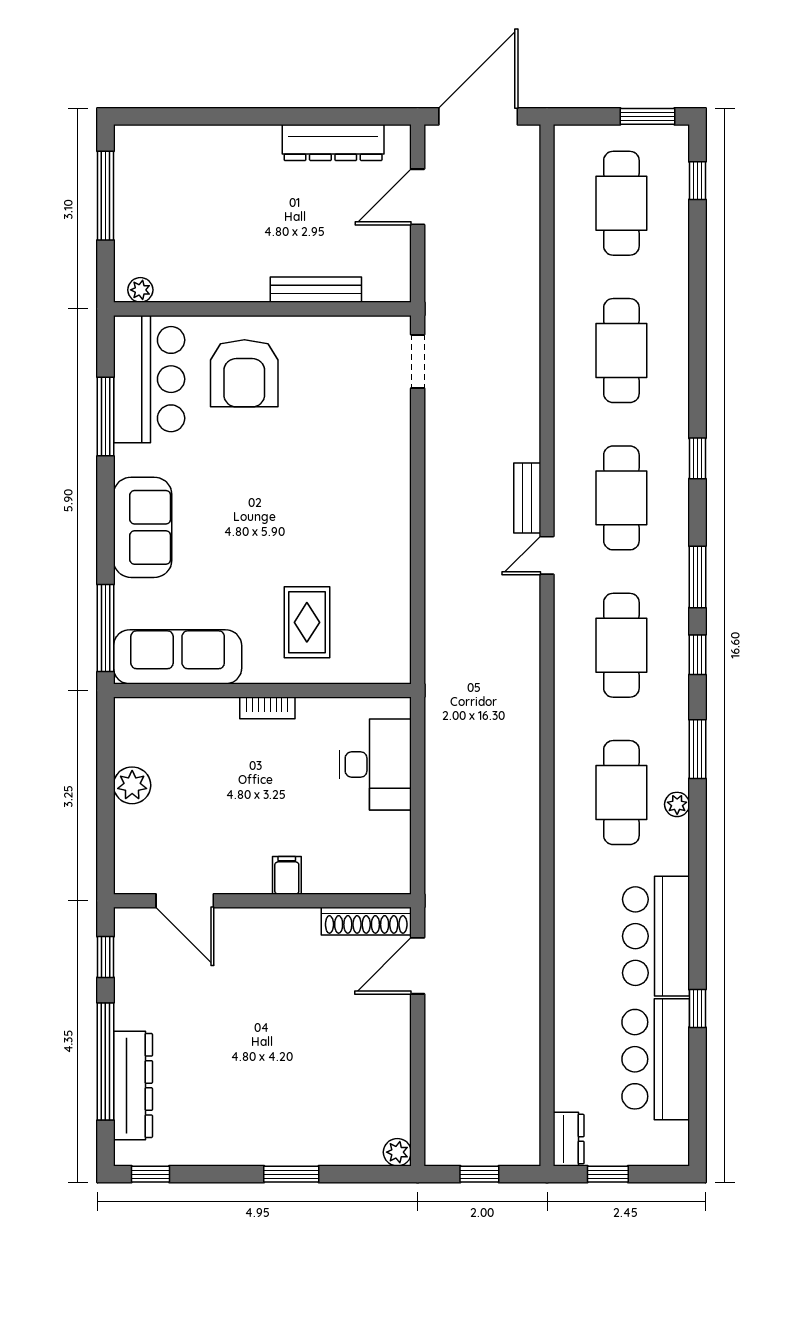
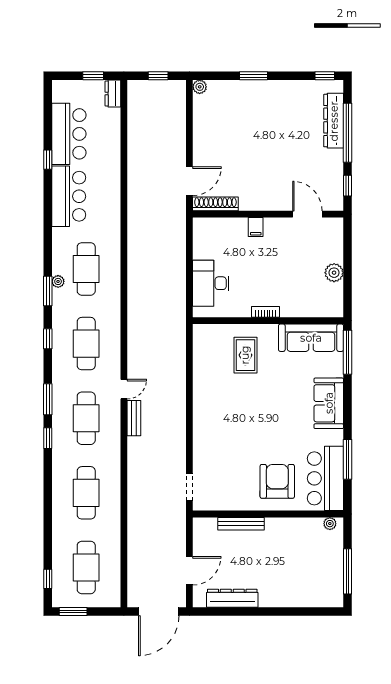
window: (697, 577) -> (48, 399), moved
plant: (677, 804) -> (58, 281), moved

